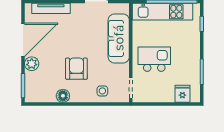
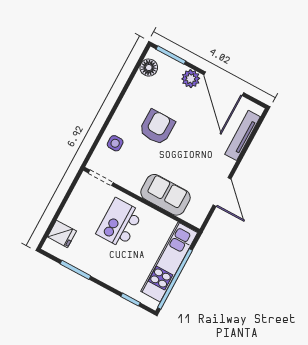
sofa: (119, 38) -> (165, 195), width x0.73
kitchen island: (154, 59) -> (119, 223), turned 180
armchair: (76, 69) -> (157, 127), turned -90
floor lamp: (63, 96) -> (149, 68), moved

